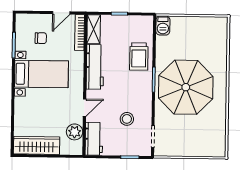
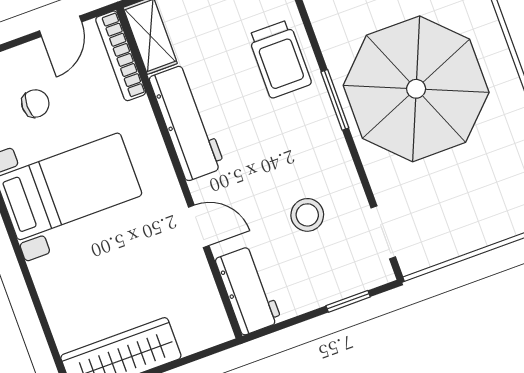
door: (84, 108) -> (199, 226), hinge flipped
plant: (75, 132) -> (197, 292), removed

